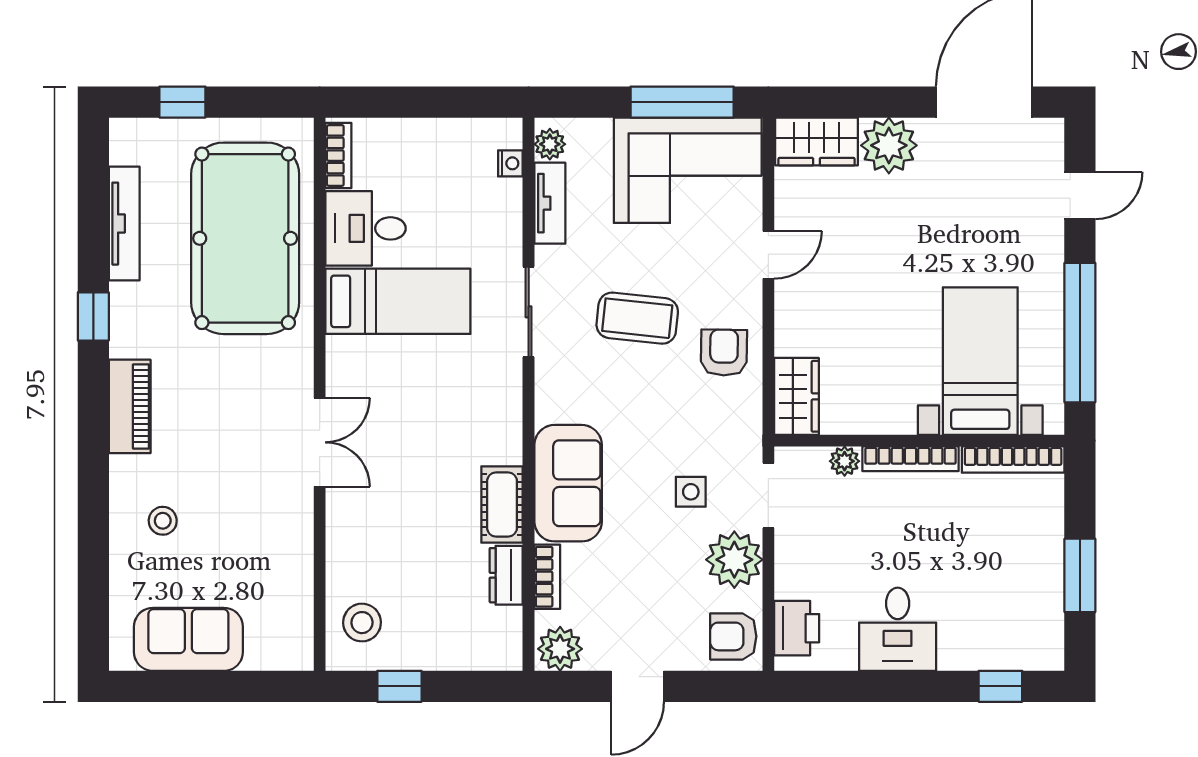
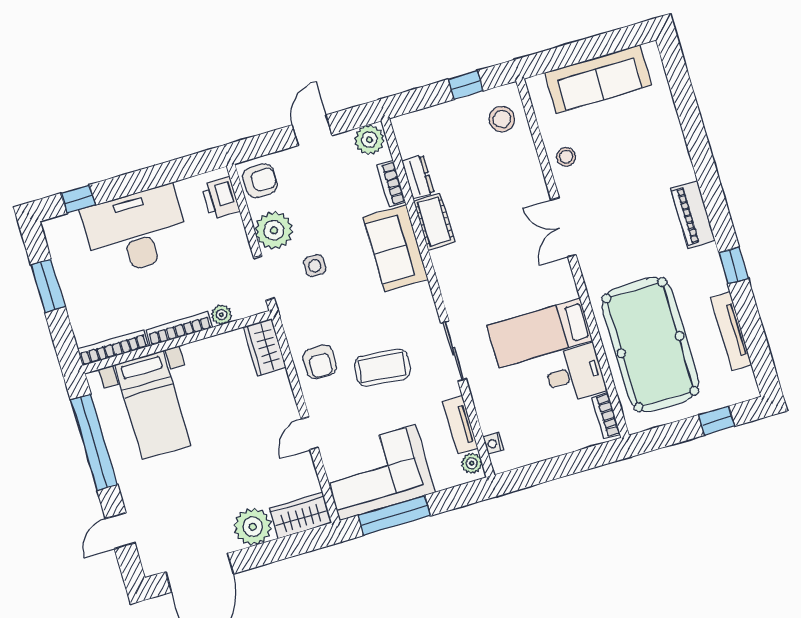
stool: (163, 521) -> (566, 157), moved
desk: (898, 629) -> (136, 231), width x1.87, depth x1.30
sofa: (188, 639) -> (598, 79), width x1.36

